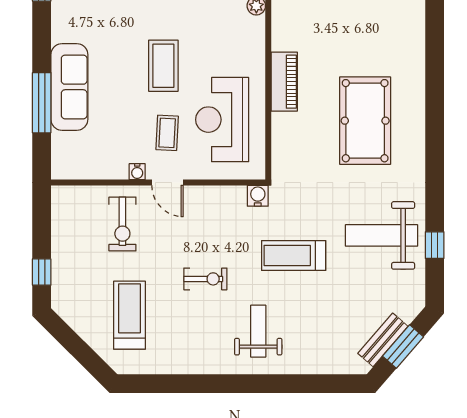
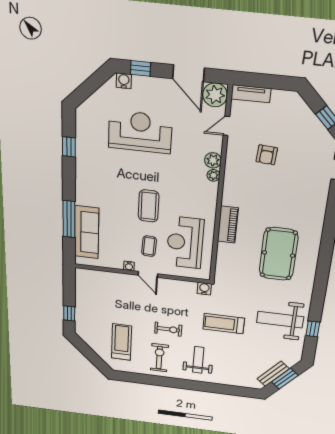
sofa: (69, 87) -> (87, 232), moved
exercise bike: (122, 224) -> (159, 358), moved, turned 180

